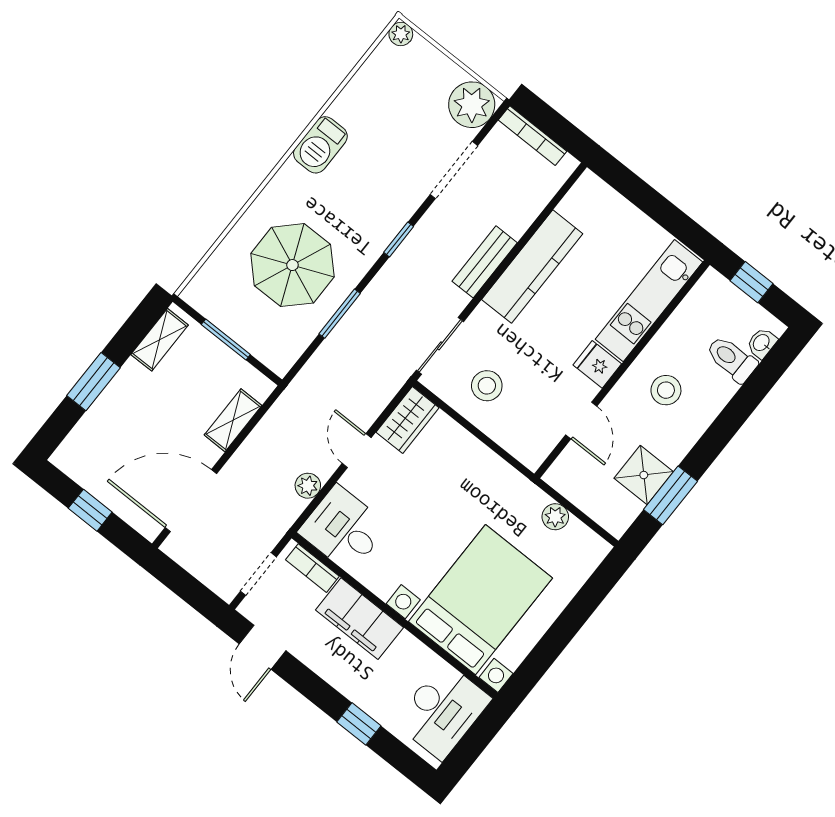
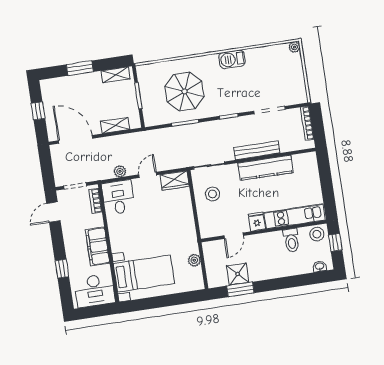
plant: (472, 105) -> (296, 94), removed
bench: (485, 262) -> (257, 150), width x1.36
toilet: (732, 359) -> (291, 240), moved, turned 180
stool: (666, 390) -> (317, 234), moved
bed with nightstands: (481, 600) -> (144, 274), width x0.73
filing cabinet: (360, 619) -> (97, 246), moved

